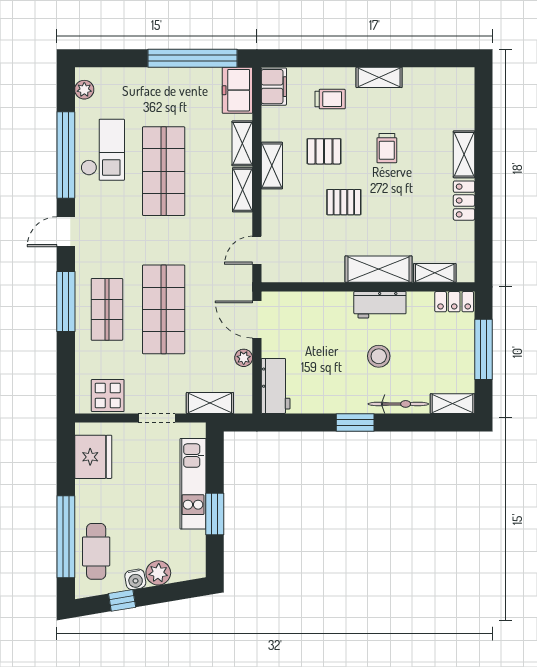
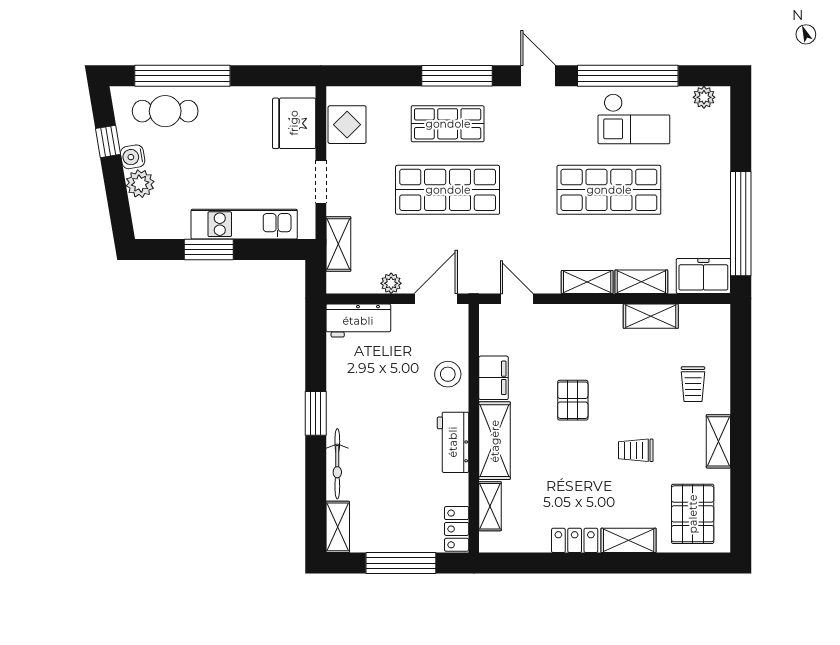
filing cabinet: (274, 87) -> (494, 378), moved, turned -90
pallet: (324, 151) -> (693, 514), moved, width x1.50, depth x1.42
shelving: (272, 166) -> (651, 316), moved
stool: (379, 356) -> (448, 374), moved
fridge: (93, 457) -> (294, 123), moved, turned 90

